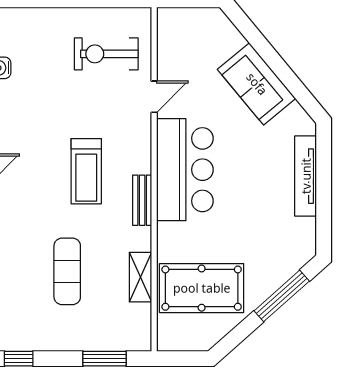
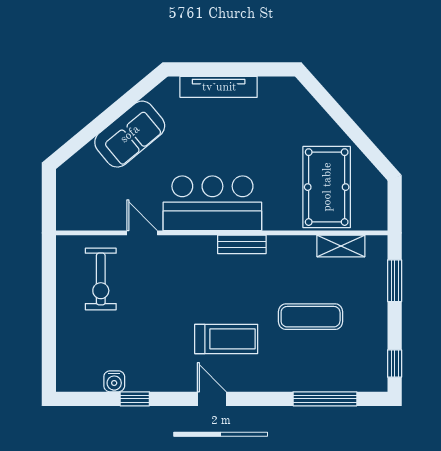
treadmill: (86, 171) -> (226, 339), moved
shelving: (140, 277) -> (341, 246), moved
window: (282, 296) -> (334, 110), removed

